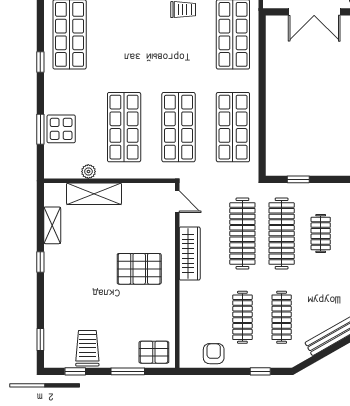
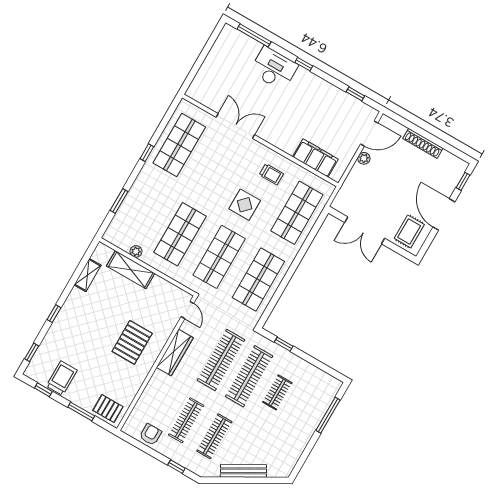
display table: (61, 129) -> (245, 205), moved
window: (40, 262) -> (54, 314), moved
pallet: (139, 269) -> (132, 342), turned 90

